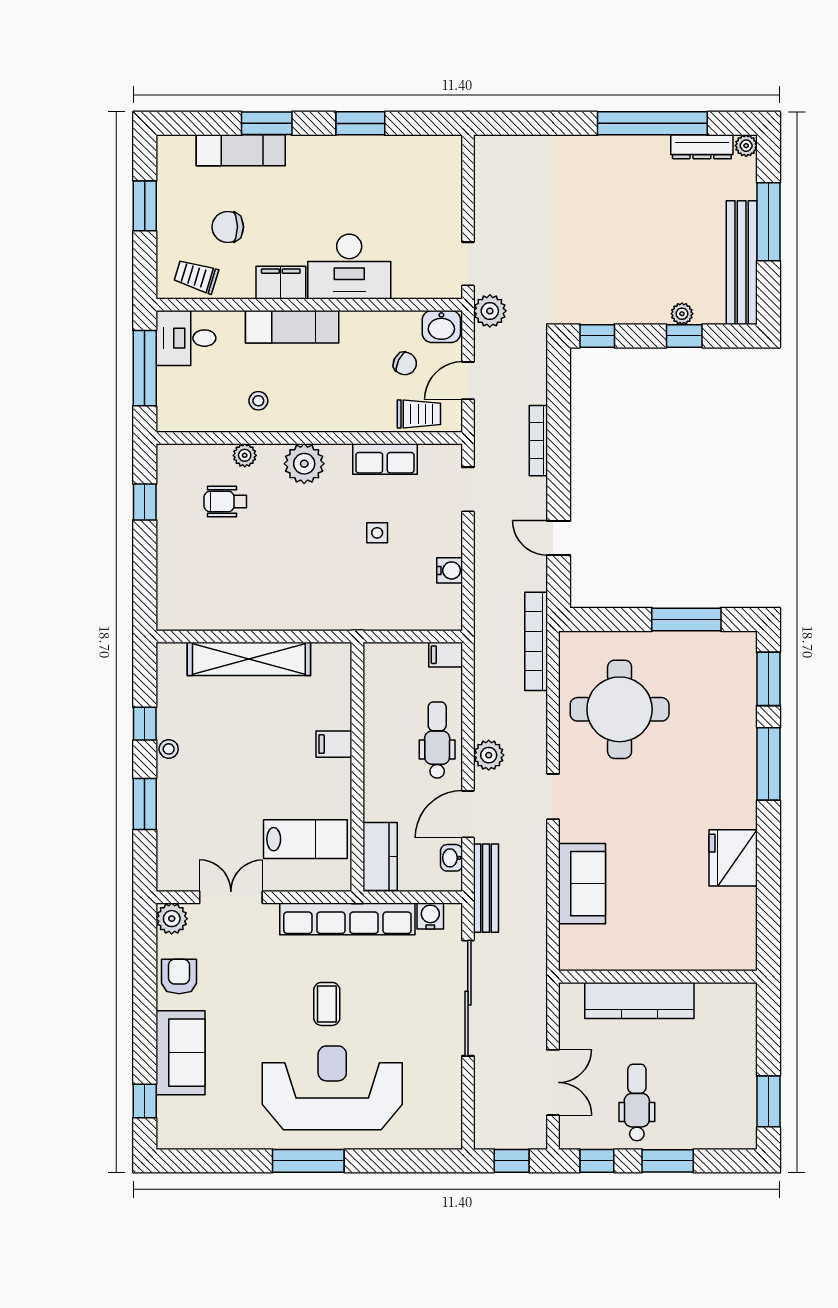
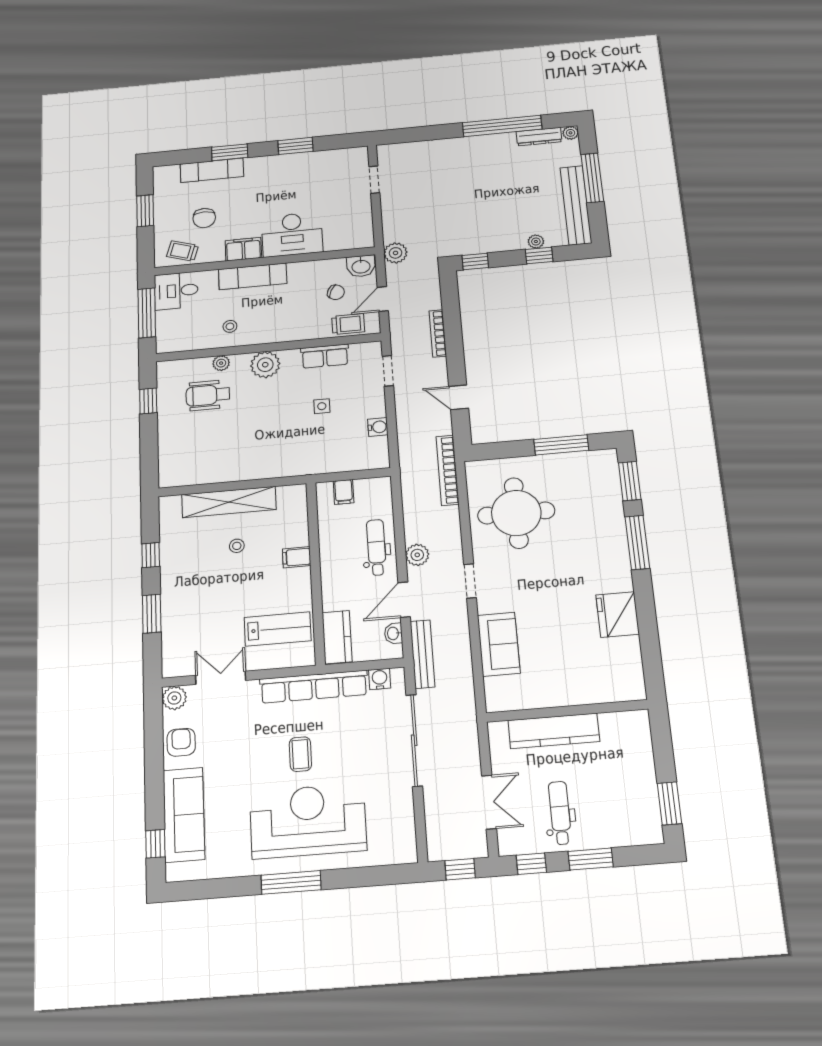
chair: (228, 227) -> (204, 218), turned -90
doorway: (468, 264) -> (374, 180), moved
wheelchair: (225, 501) -> (208, 395), width x1.36, depth x1.37
filing cabinet: (446, 655) -> (344, 492), moved, turned -90
stool: (169, 749) -> (237, 546), moved
sofa: (180, 1053) -> (184, 815), width x1.36

